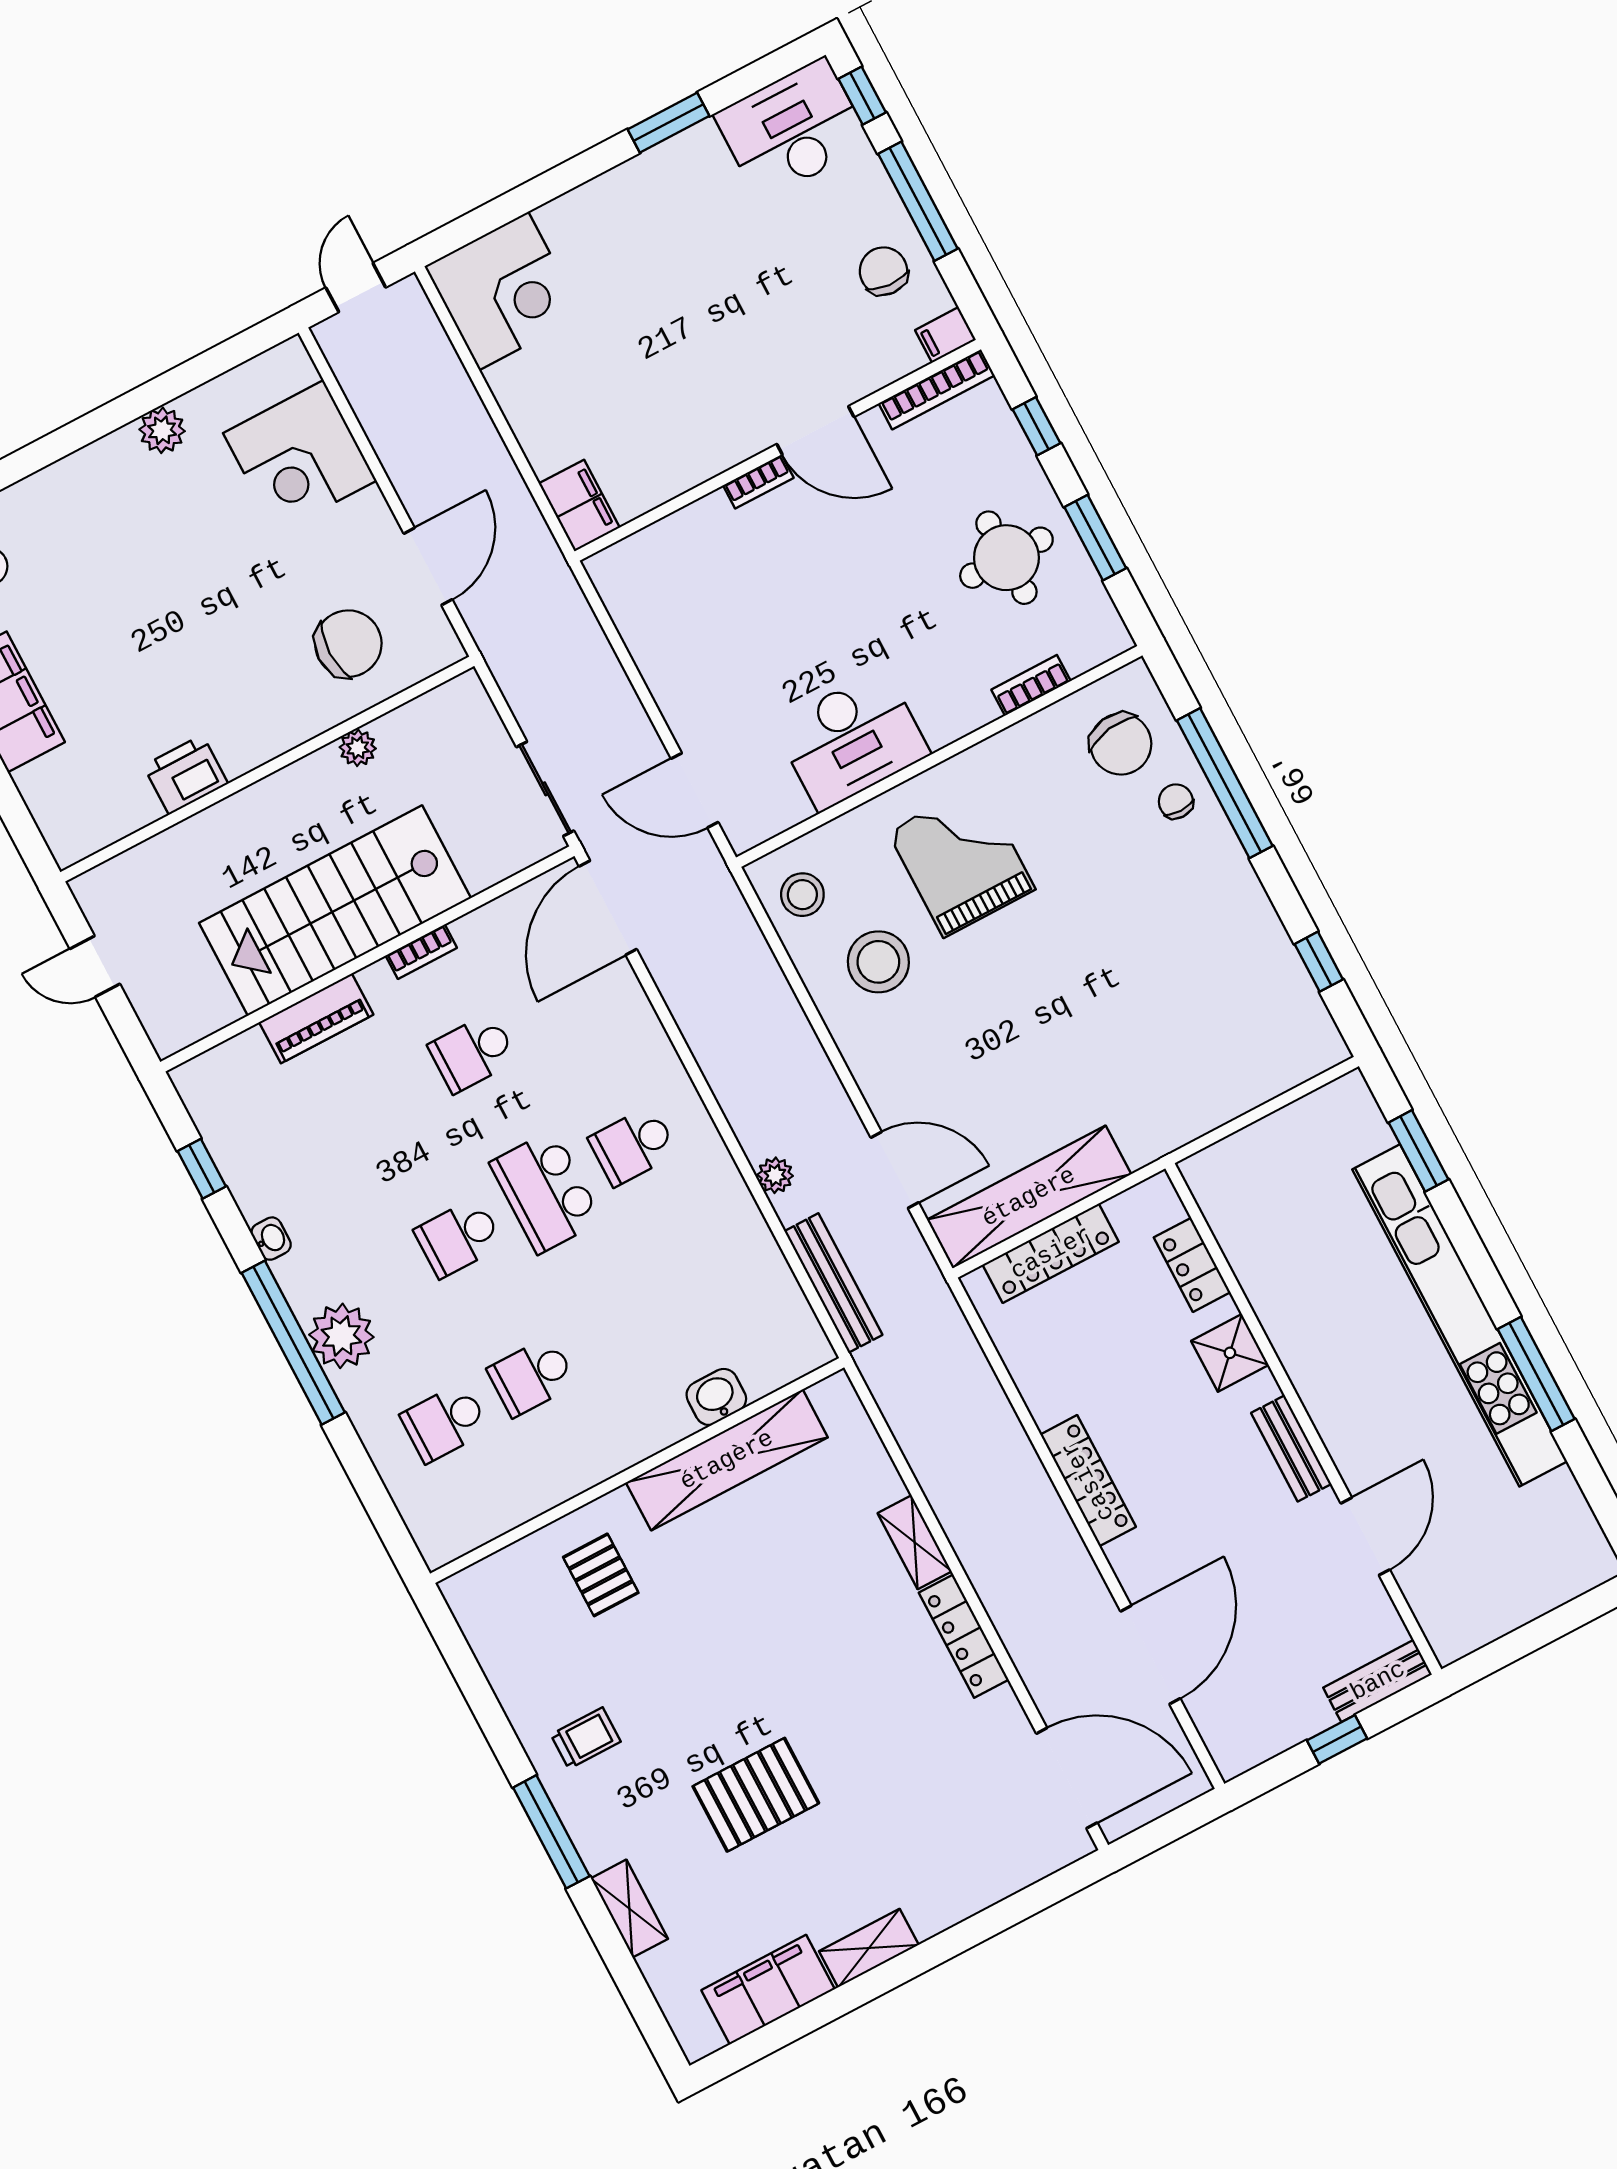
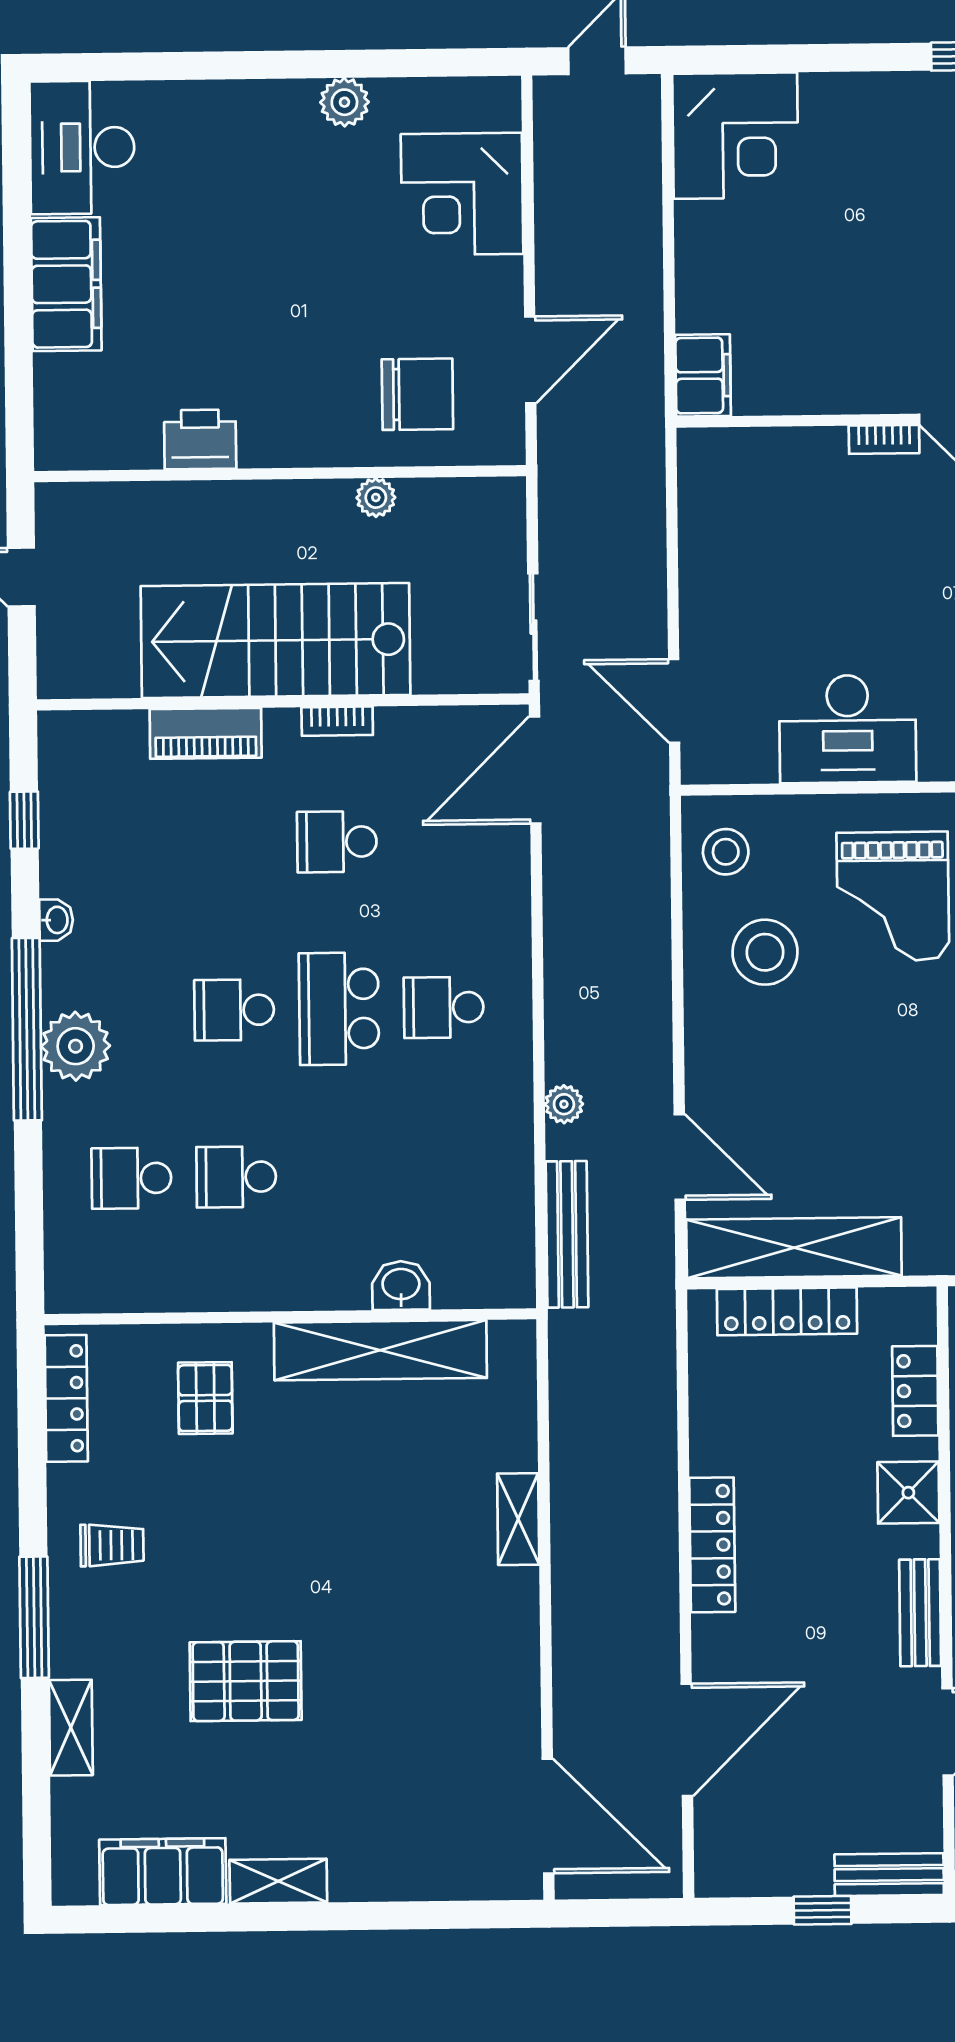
grand piano: (962, 860) -> (893, 896), turned 180
locker: (964, 1636) -> (66, 1398), moved, turned 180

